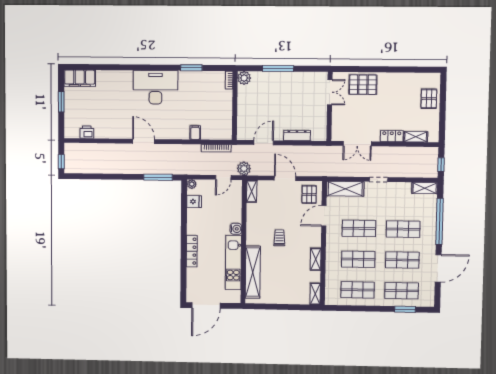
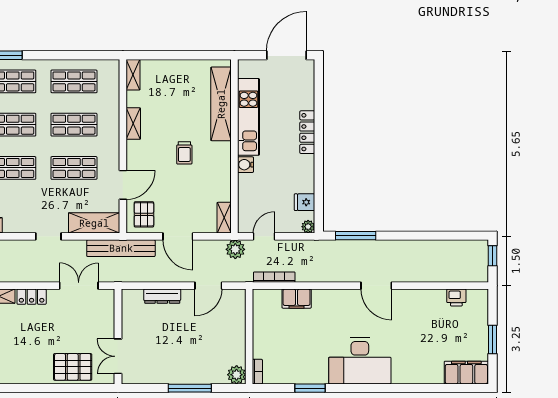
filing cabinet: (195, 133) -> (297, 299), width x2.00
bench: (326, 170) -> (121, 248), added

